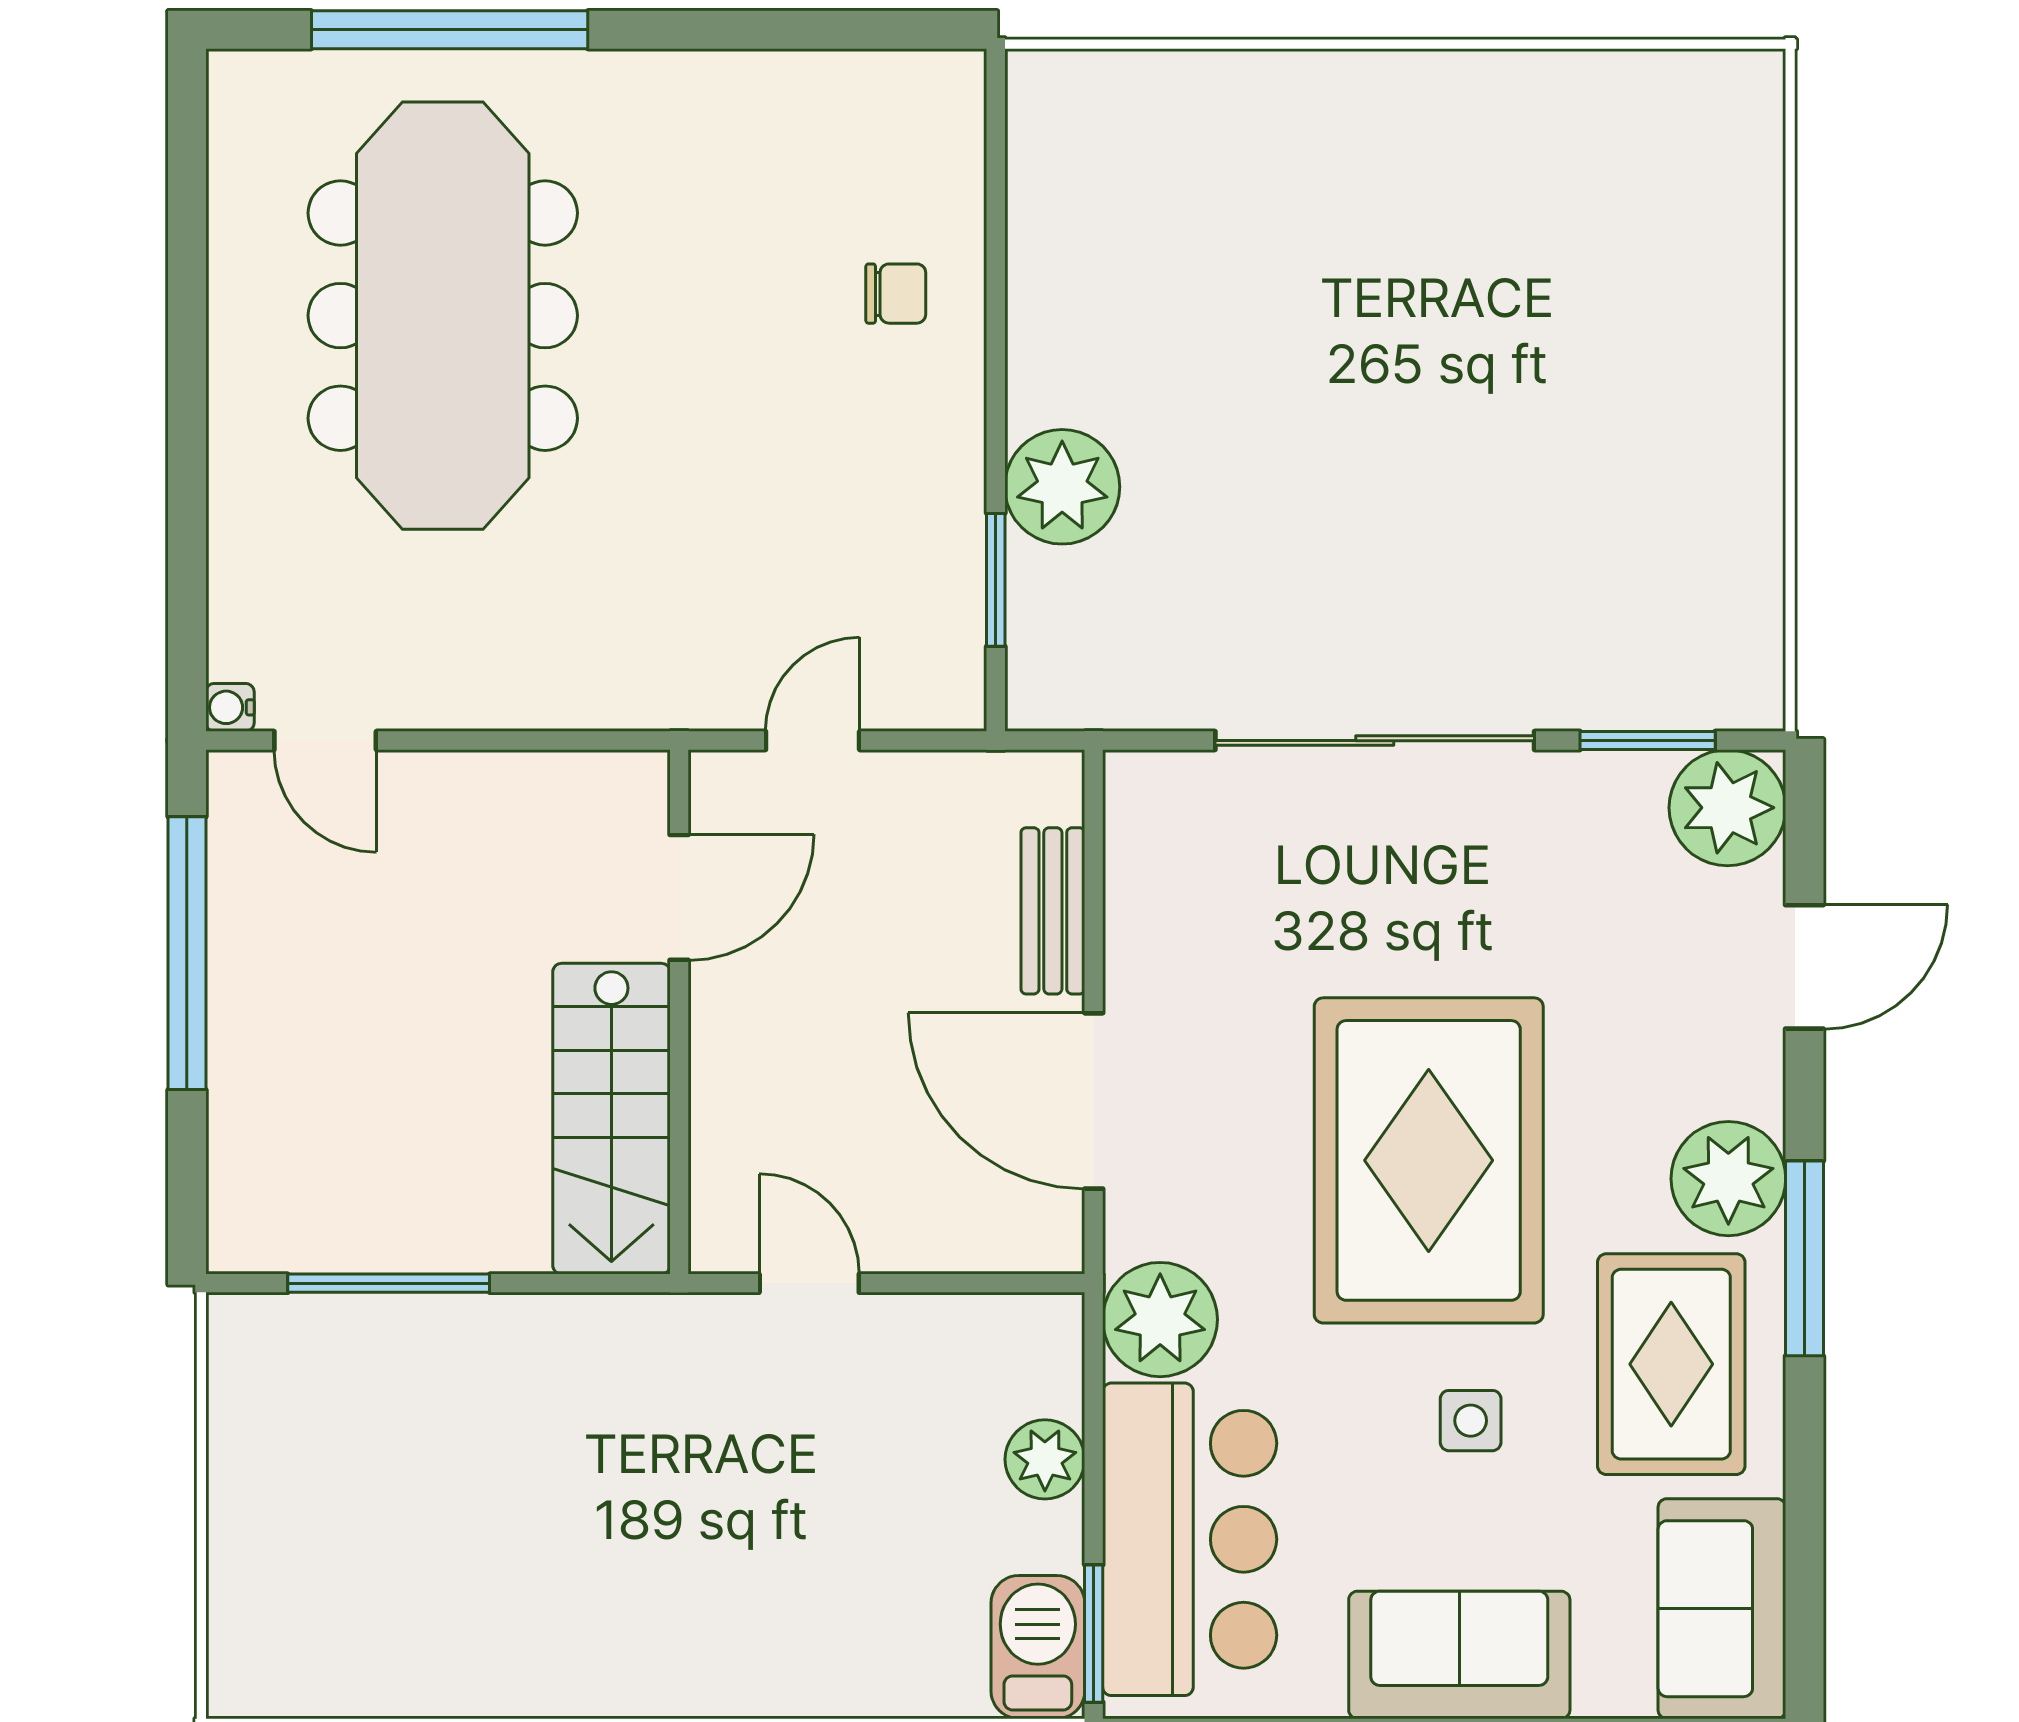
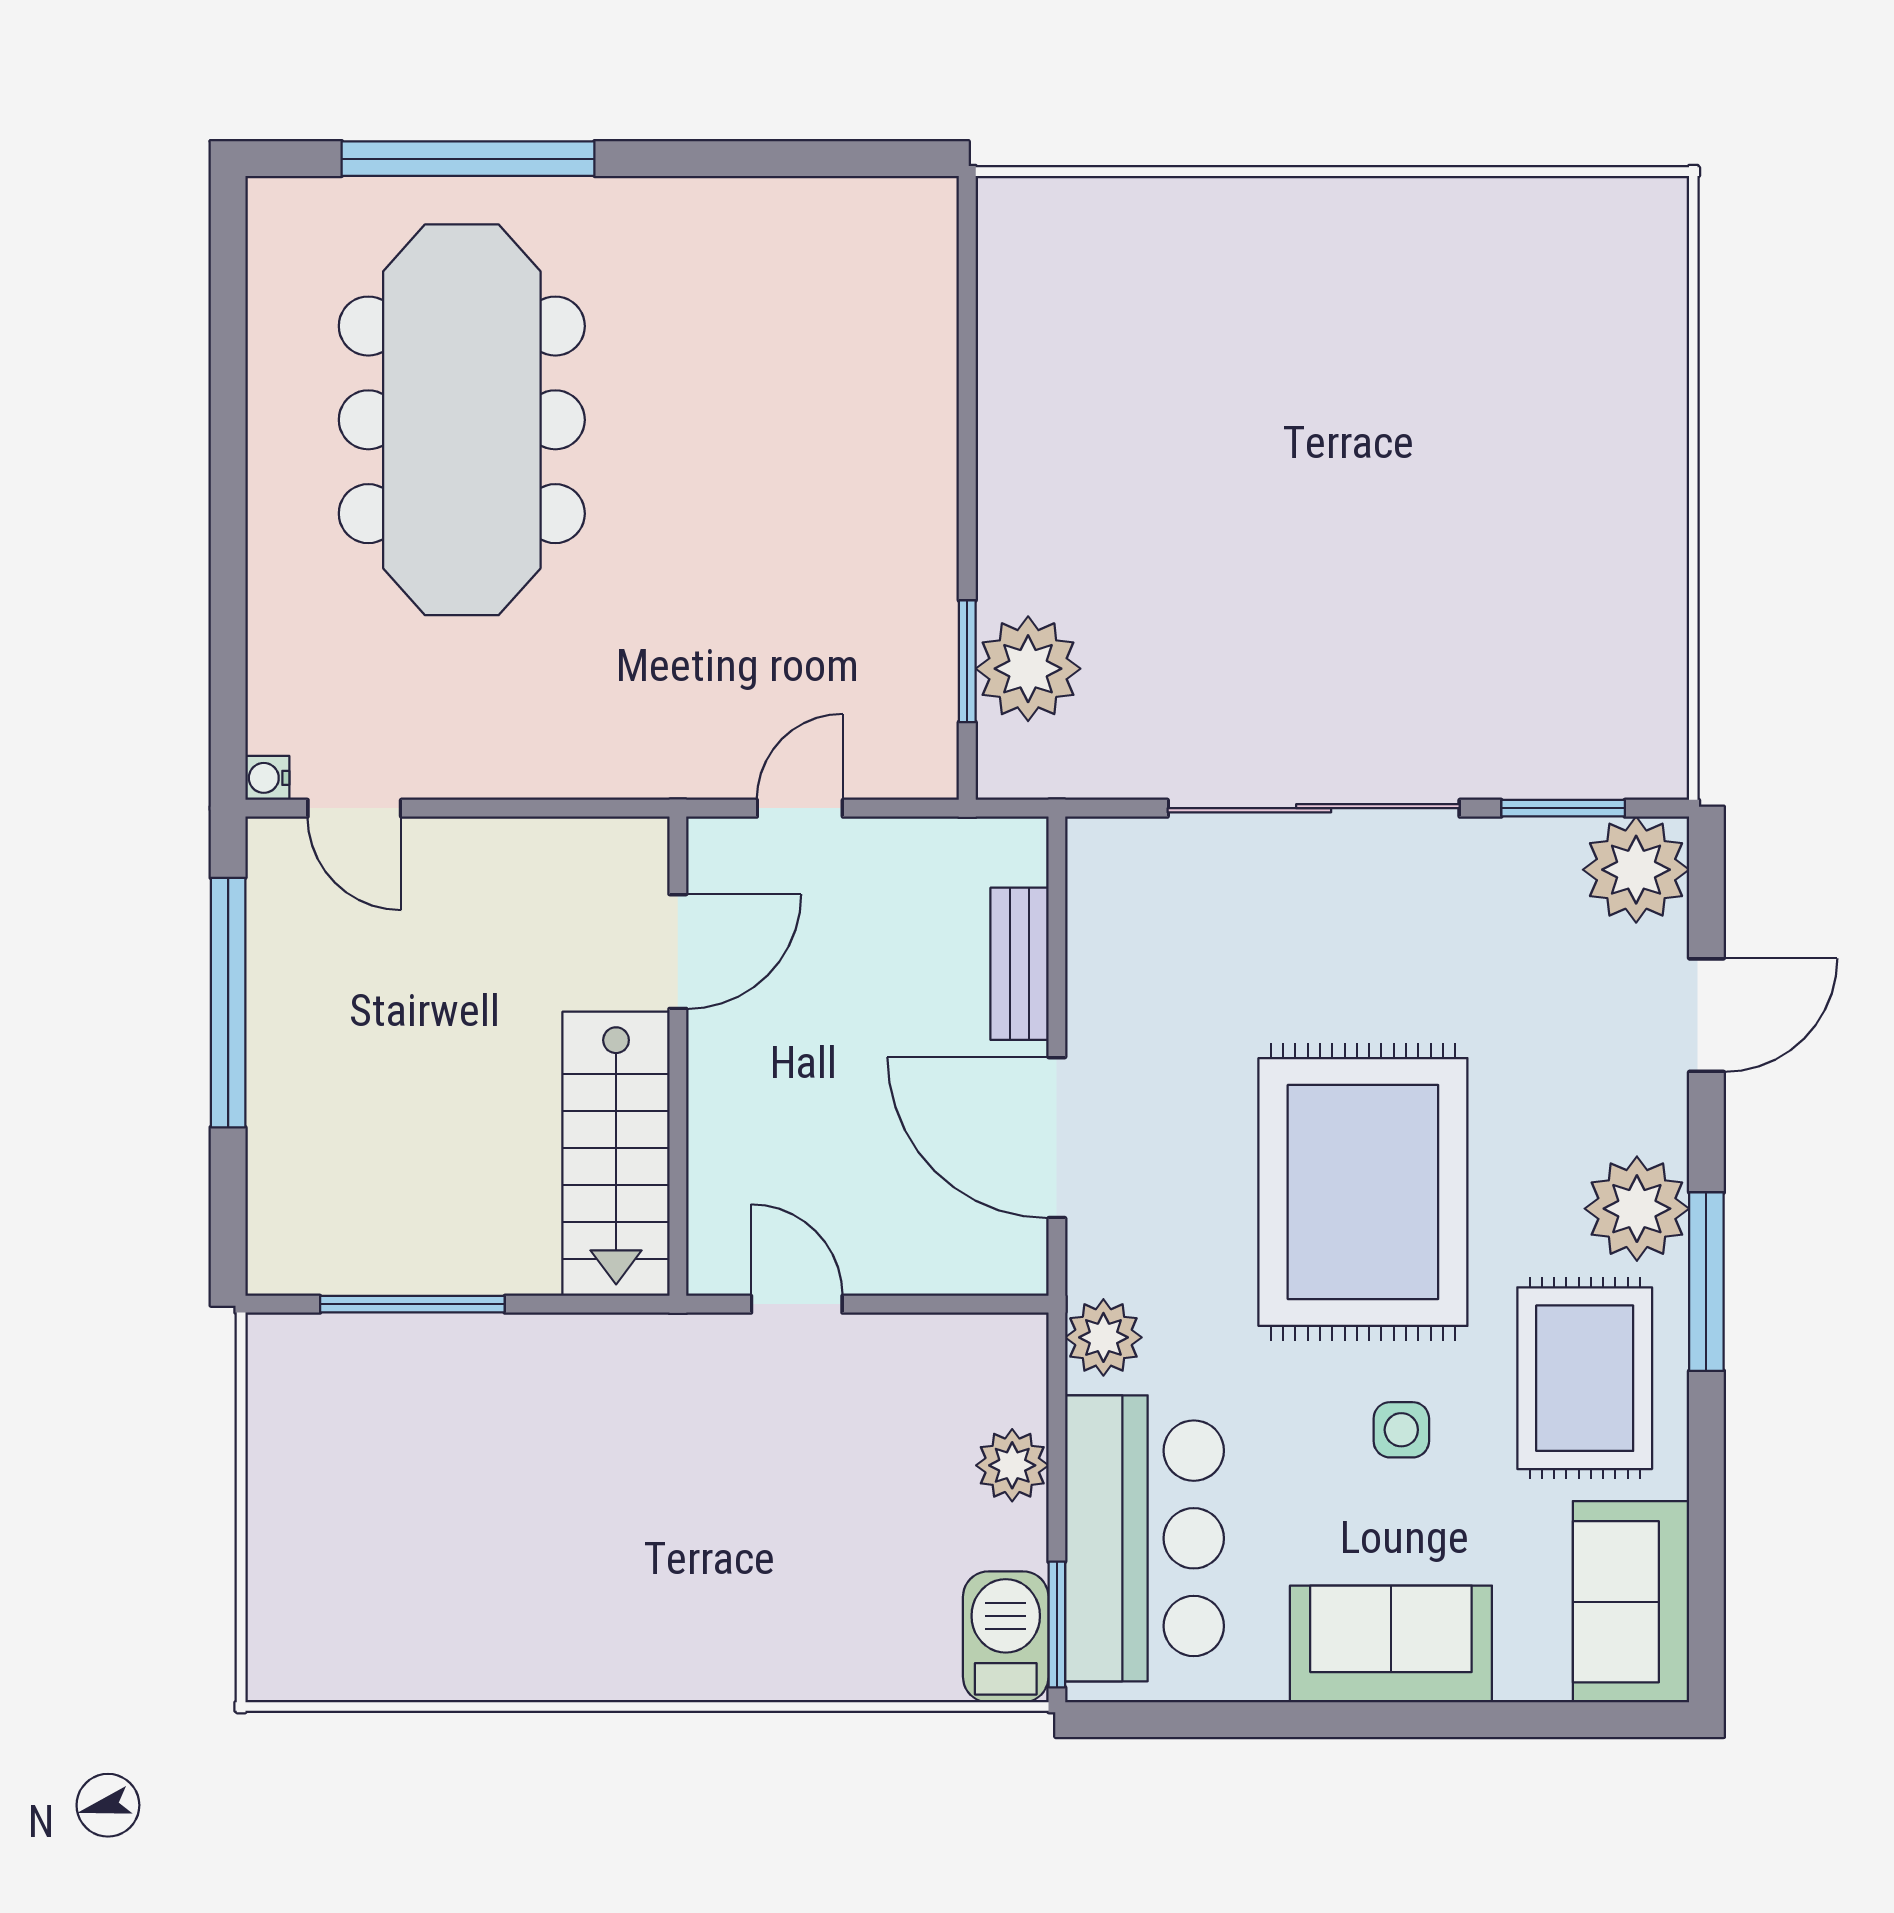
chair: (896, 294) -> (876, 400), removed
plant: (1062, 487) -> (1028, 669), moved
plant: (1160, 1320) -> (1103, 1337), width x0.73, depth x0.73

